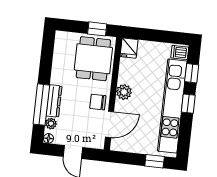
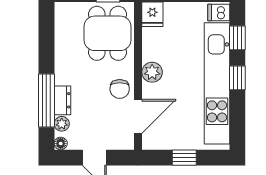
dresser: (54, 101) -> (62, 100), width x0.70
chair: (98, 102) -> (120, 89), turned -90
window: (155, 161) -> (184, 158), moved

